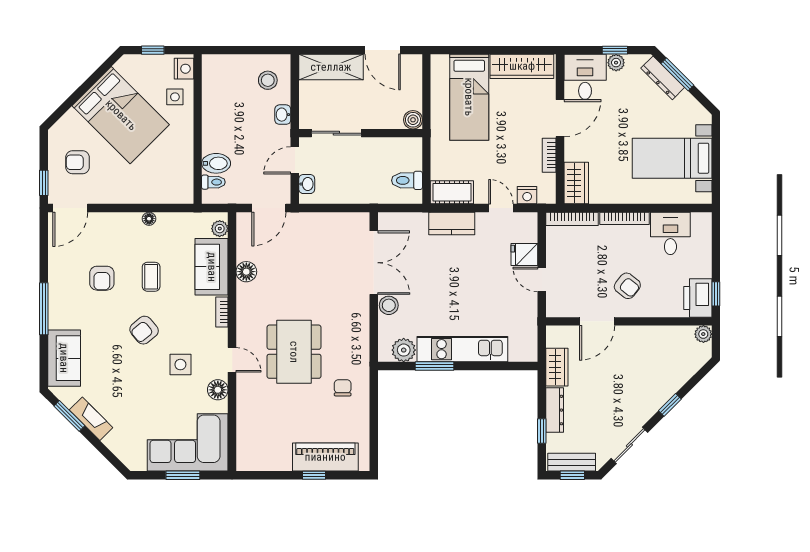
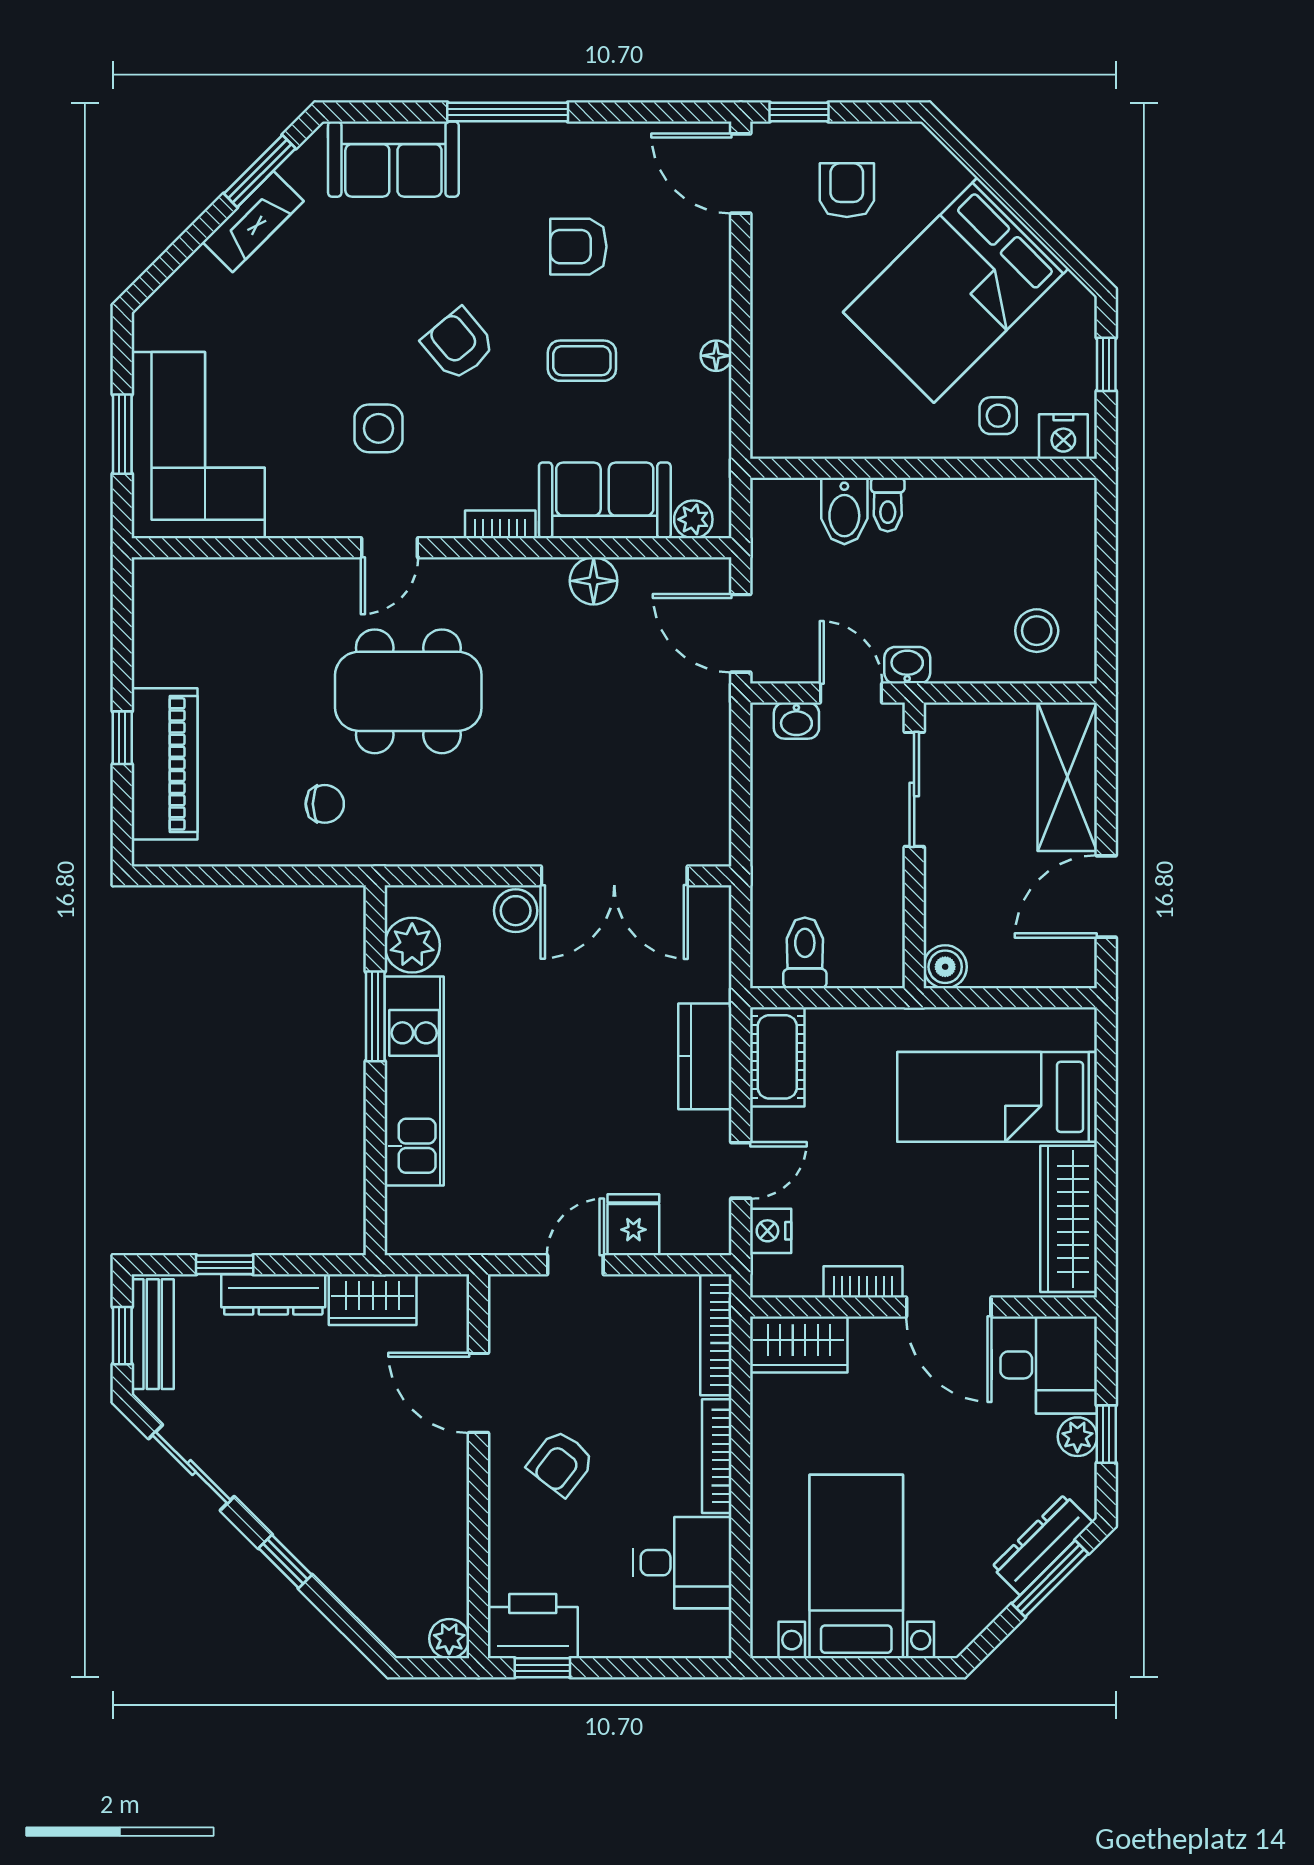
washbasin: (283, 115) -> (907, 665), moved
toilet: (213, 182) -> (888, 505), moved
floor lamp: (218, 390) -> (320, 515), removed

